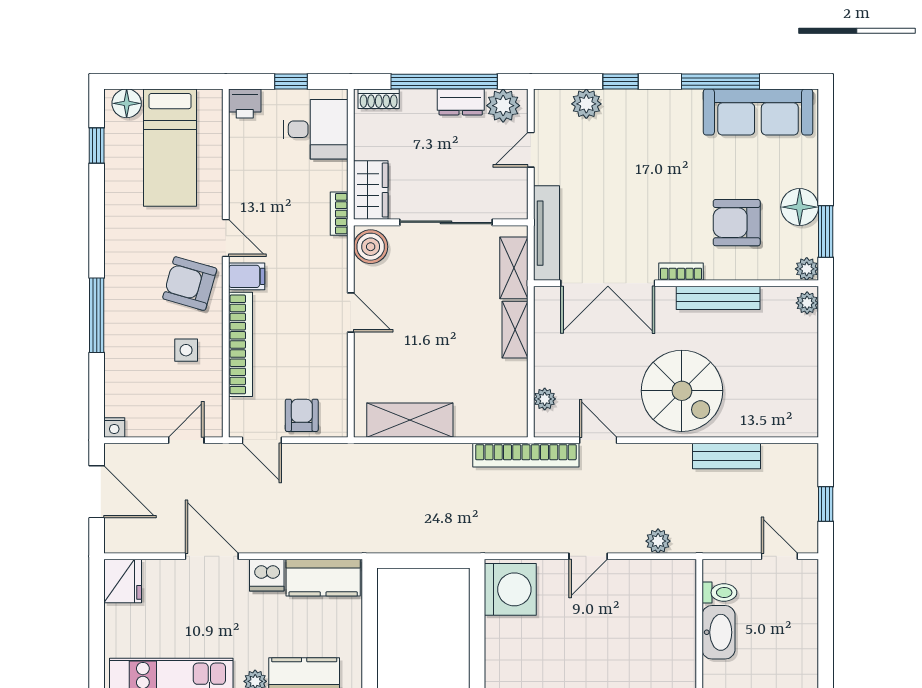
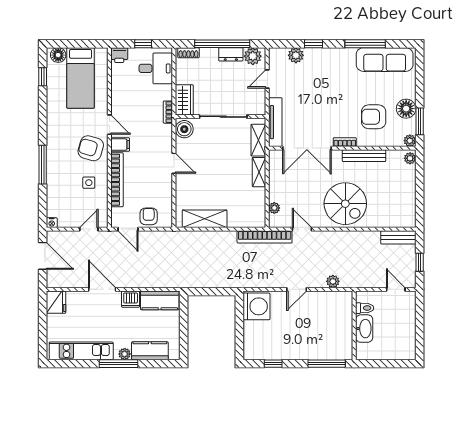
bench: (726, 456) -> (398, 237), moved

